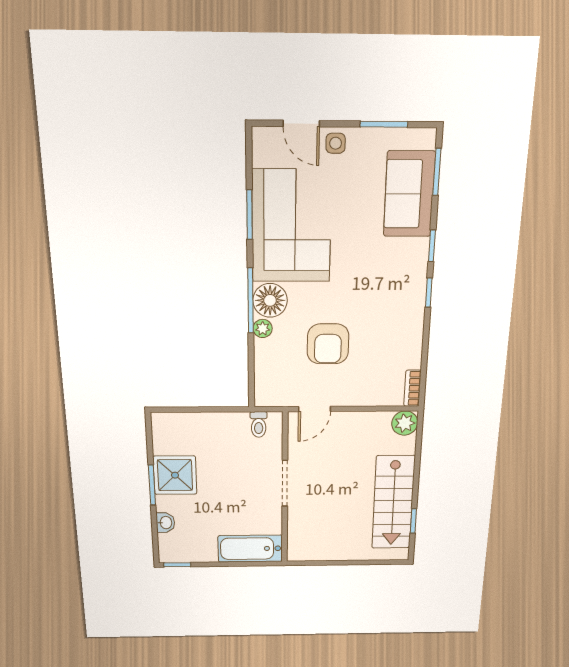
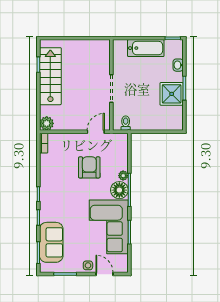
bathtub: (250, 549) -> (146, 48), moved

